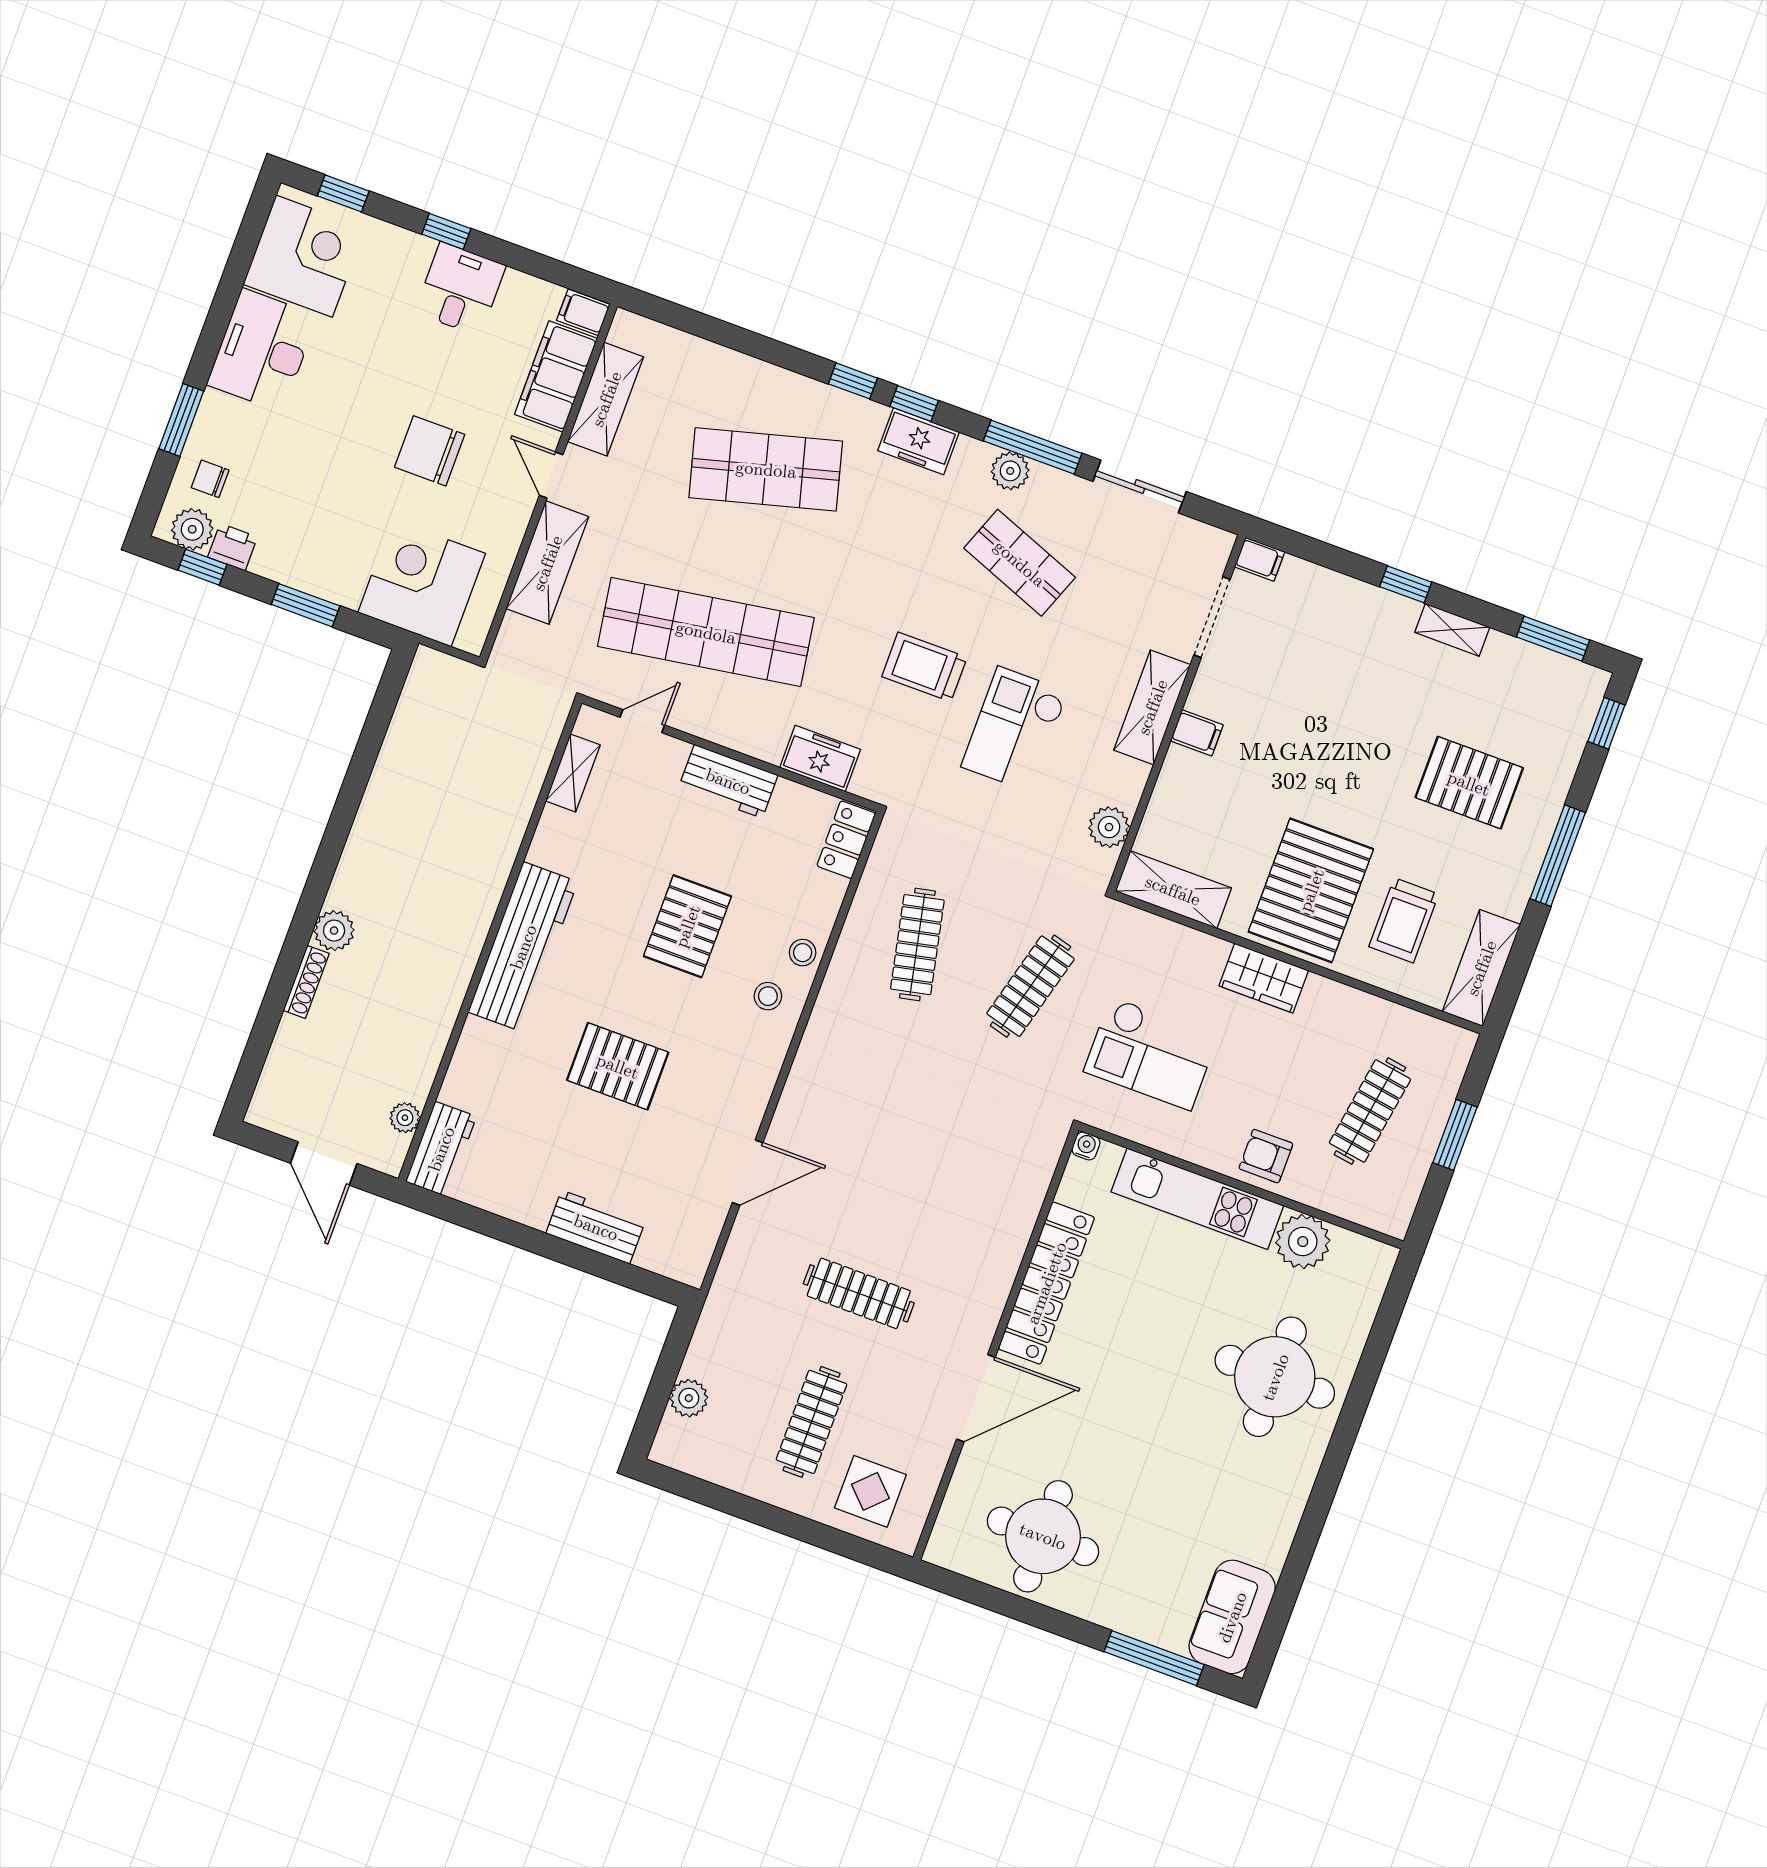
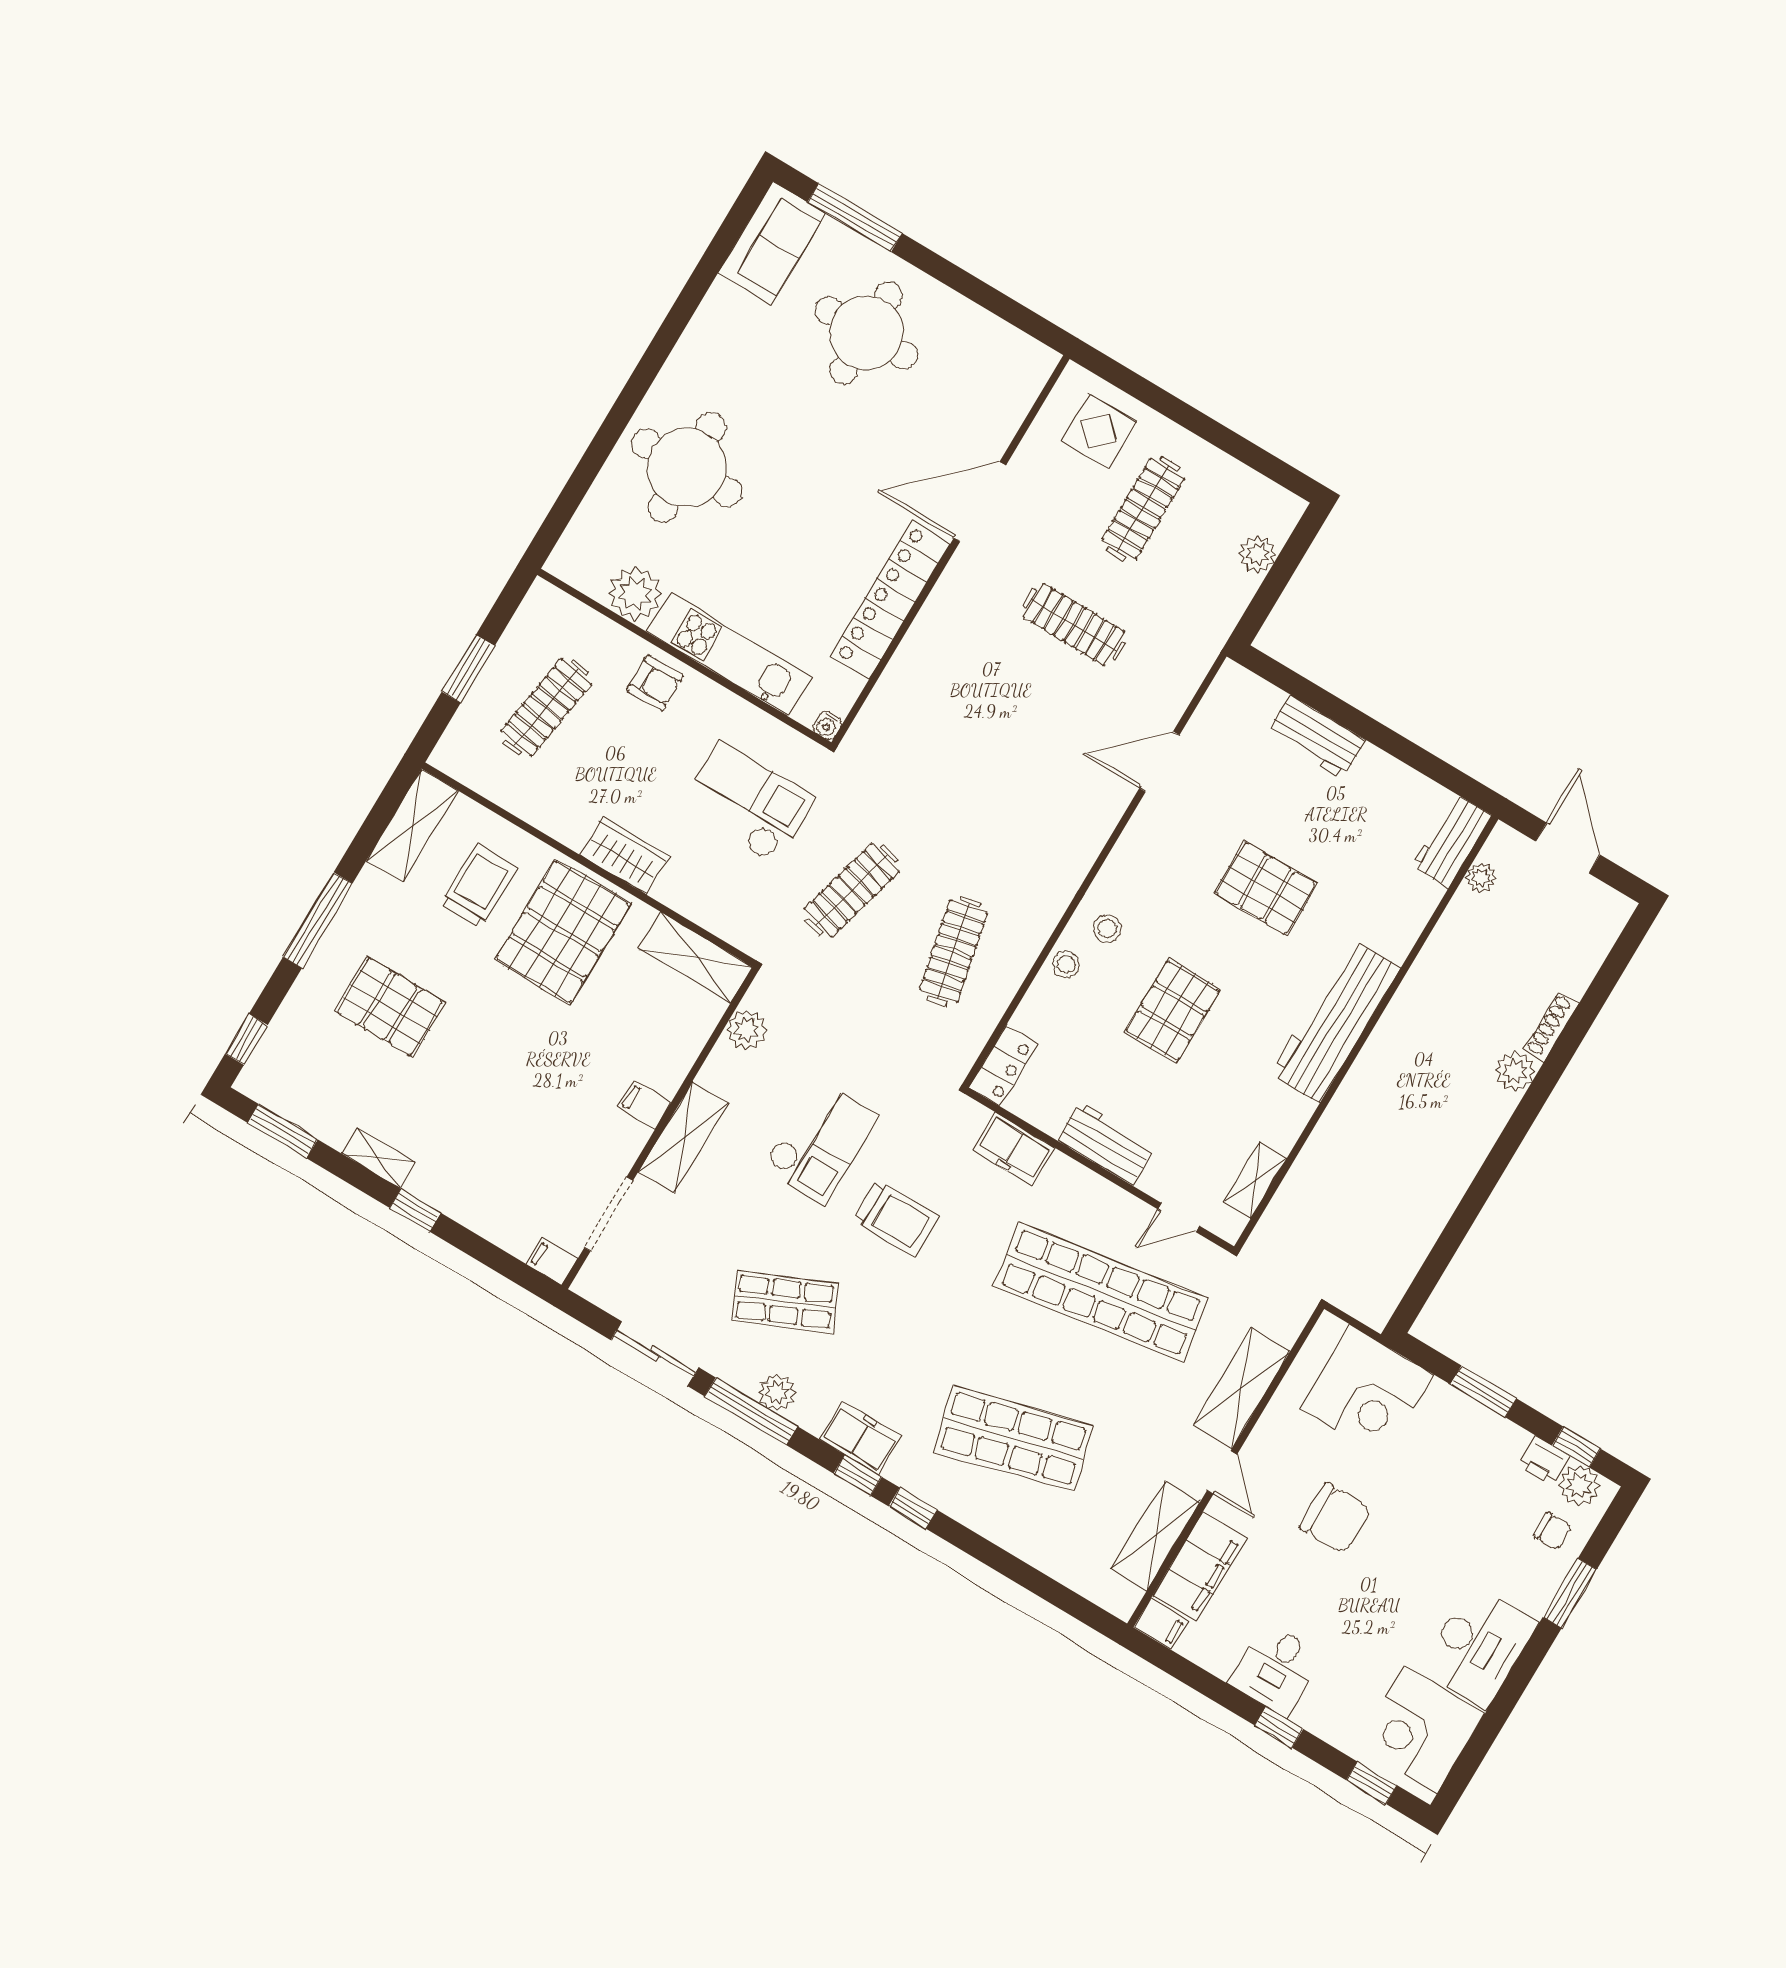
shop shelf: (1020, 563) -> (785, 1302), turned -45
round table: (1043, 1536) -> (866, 333), moved

